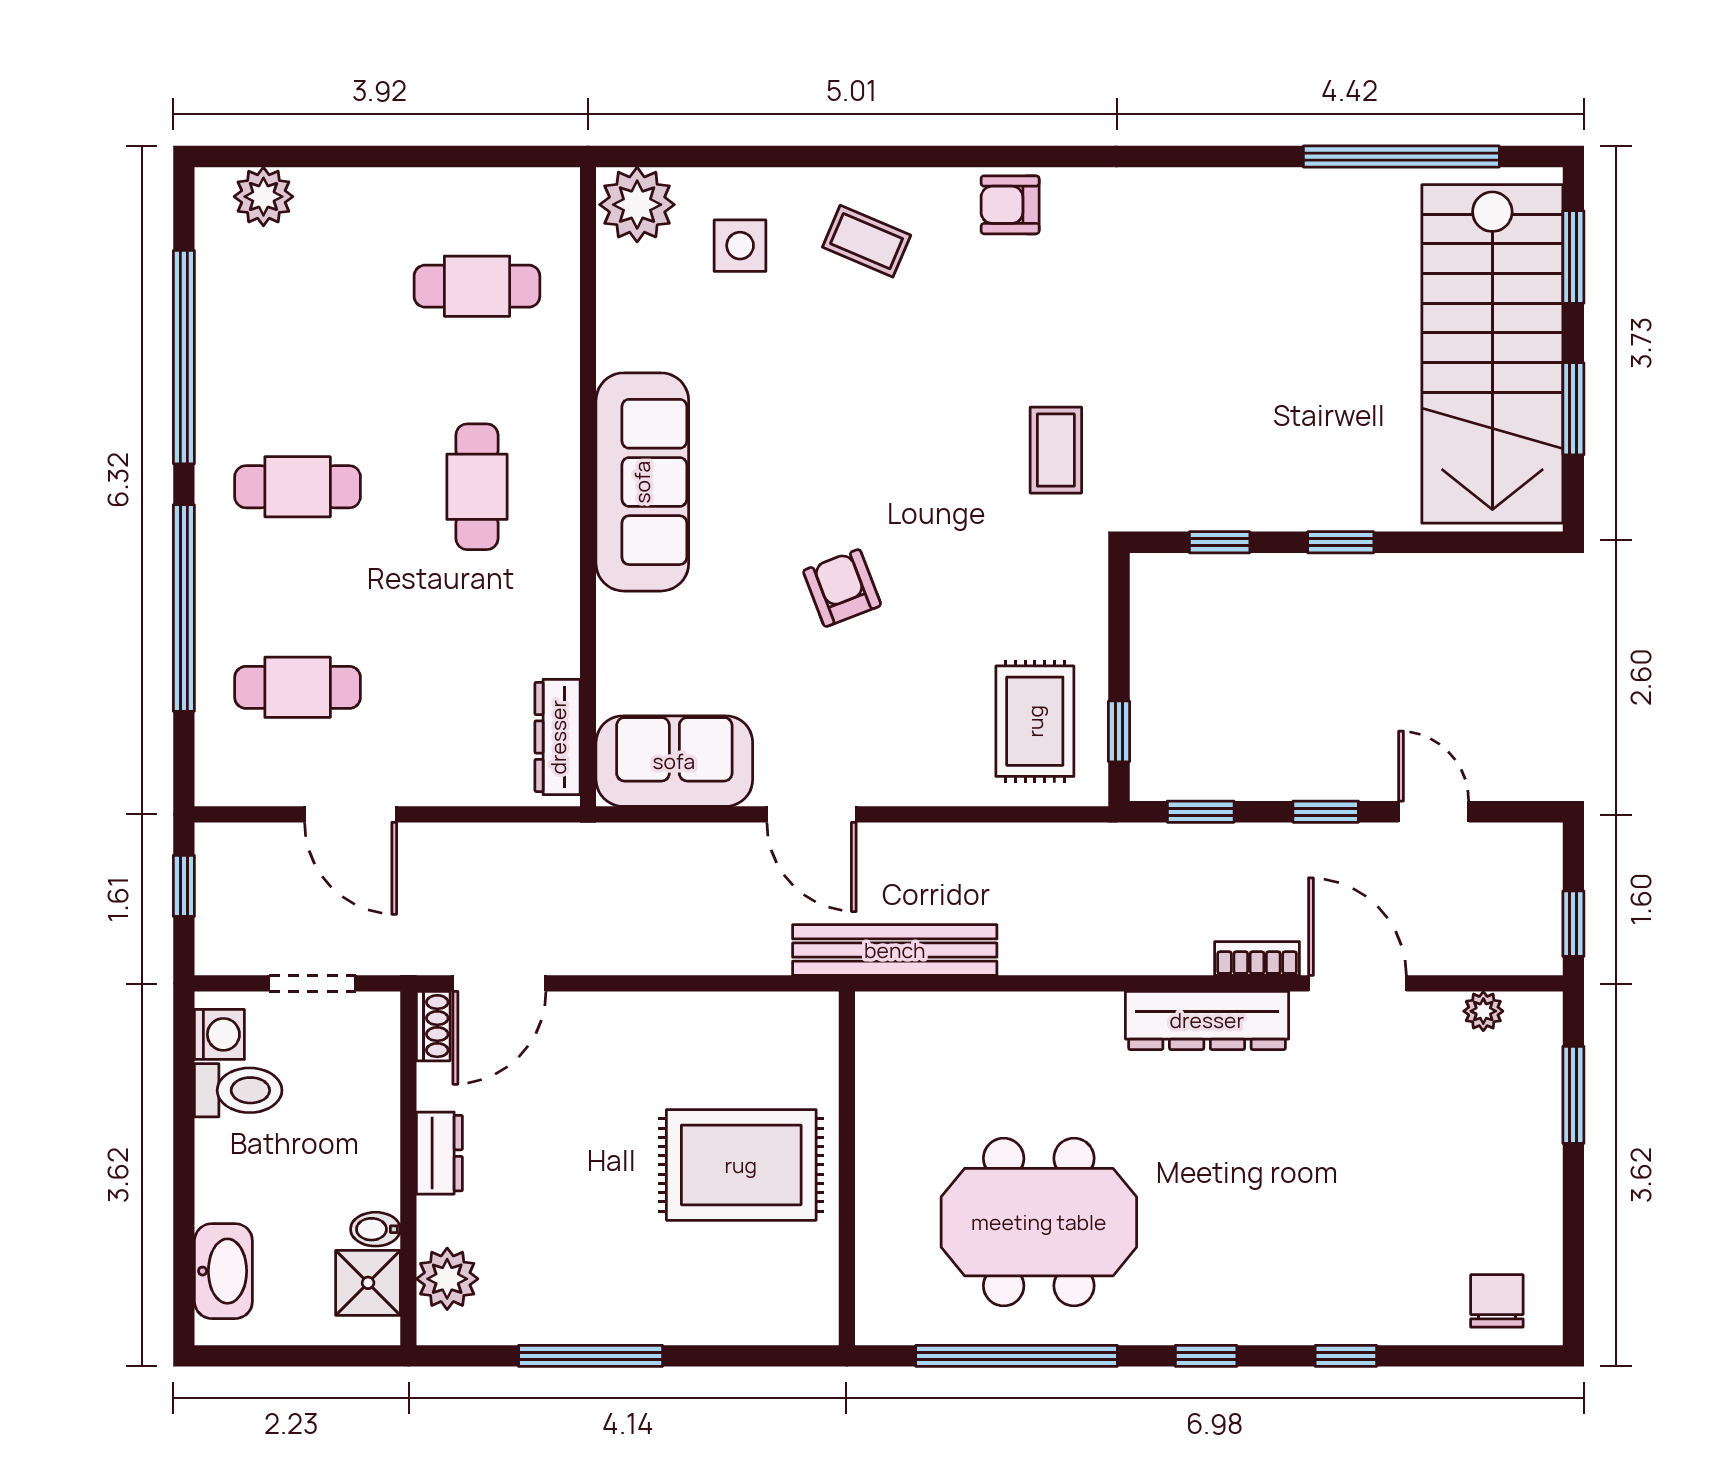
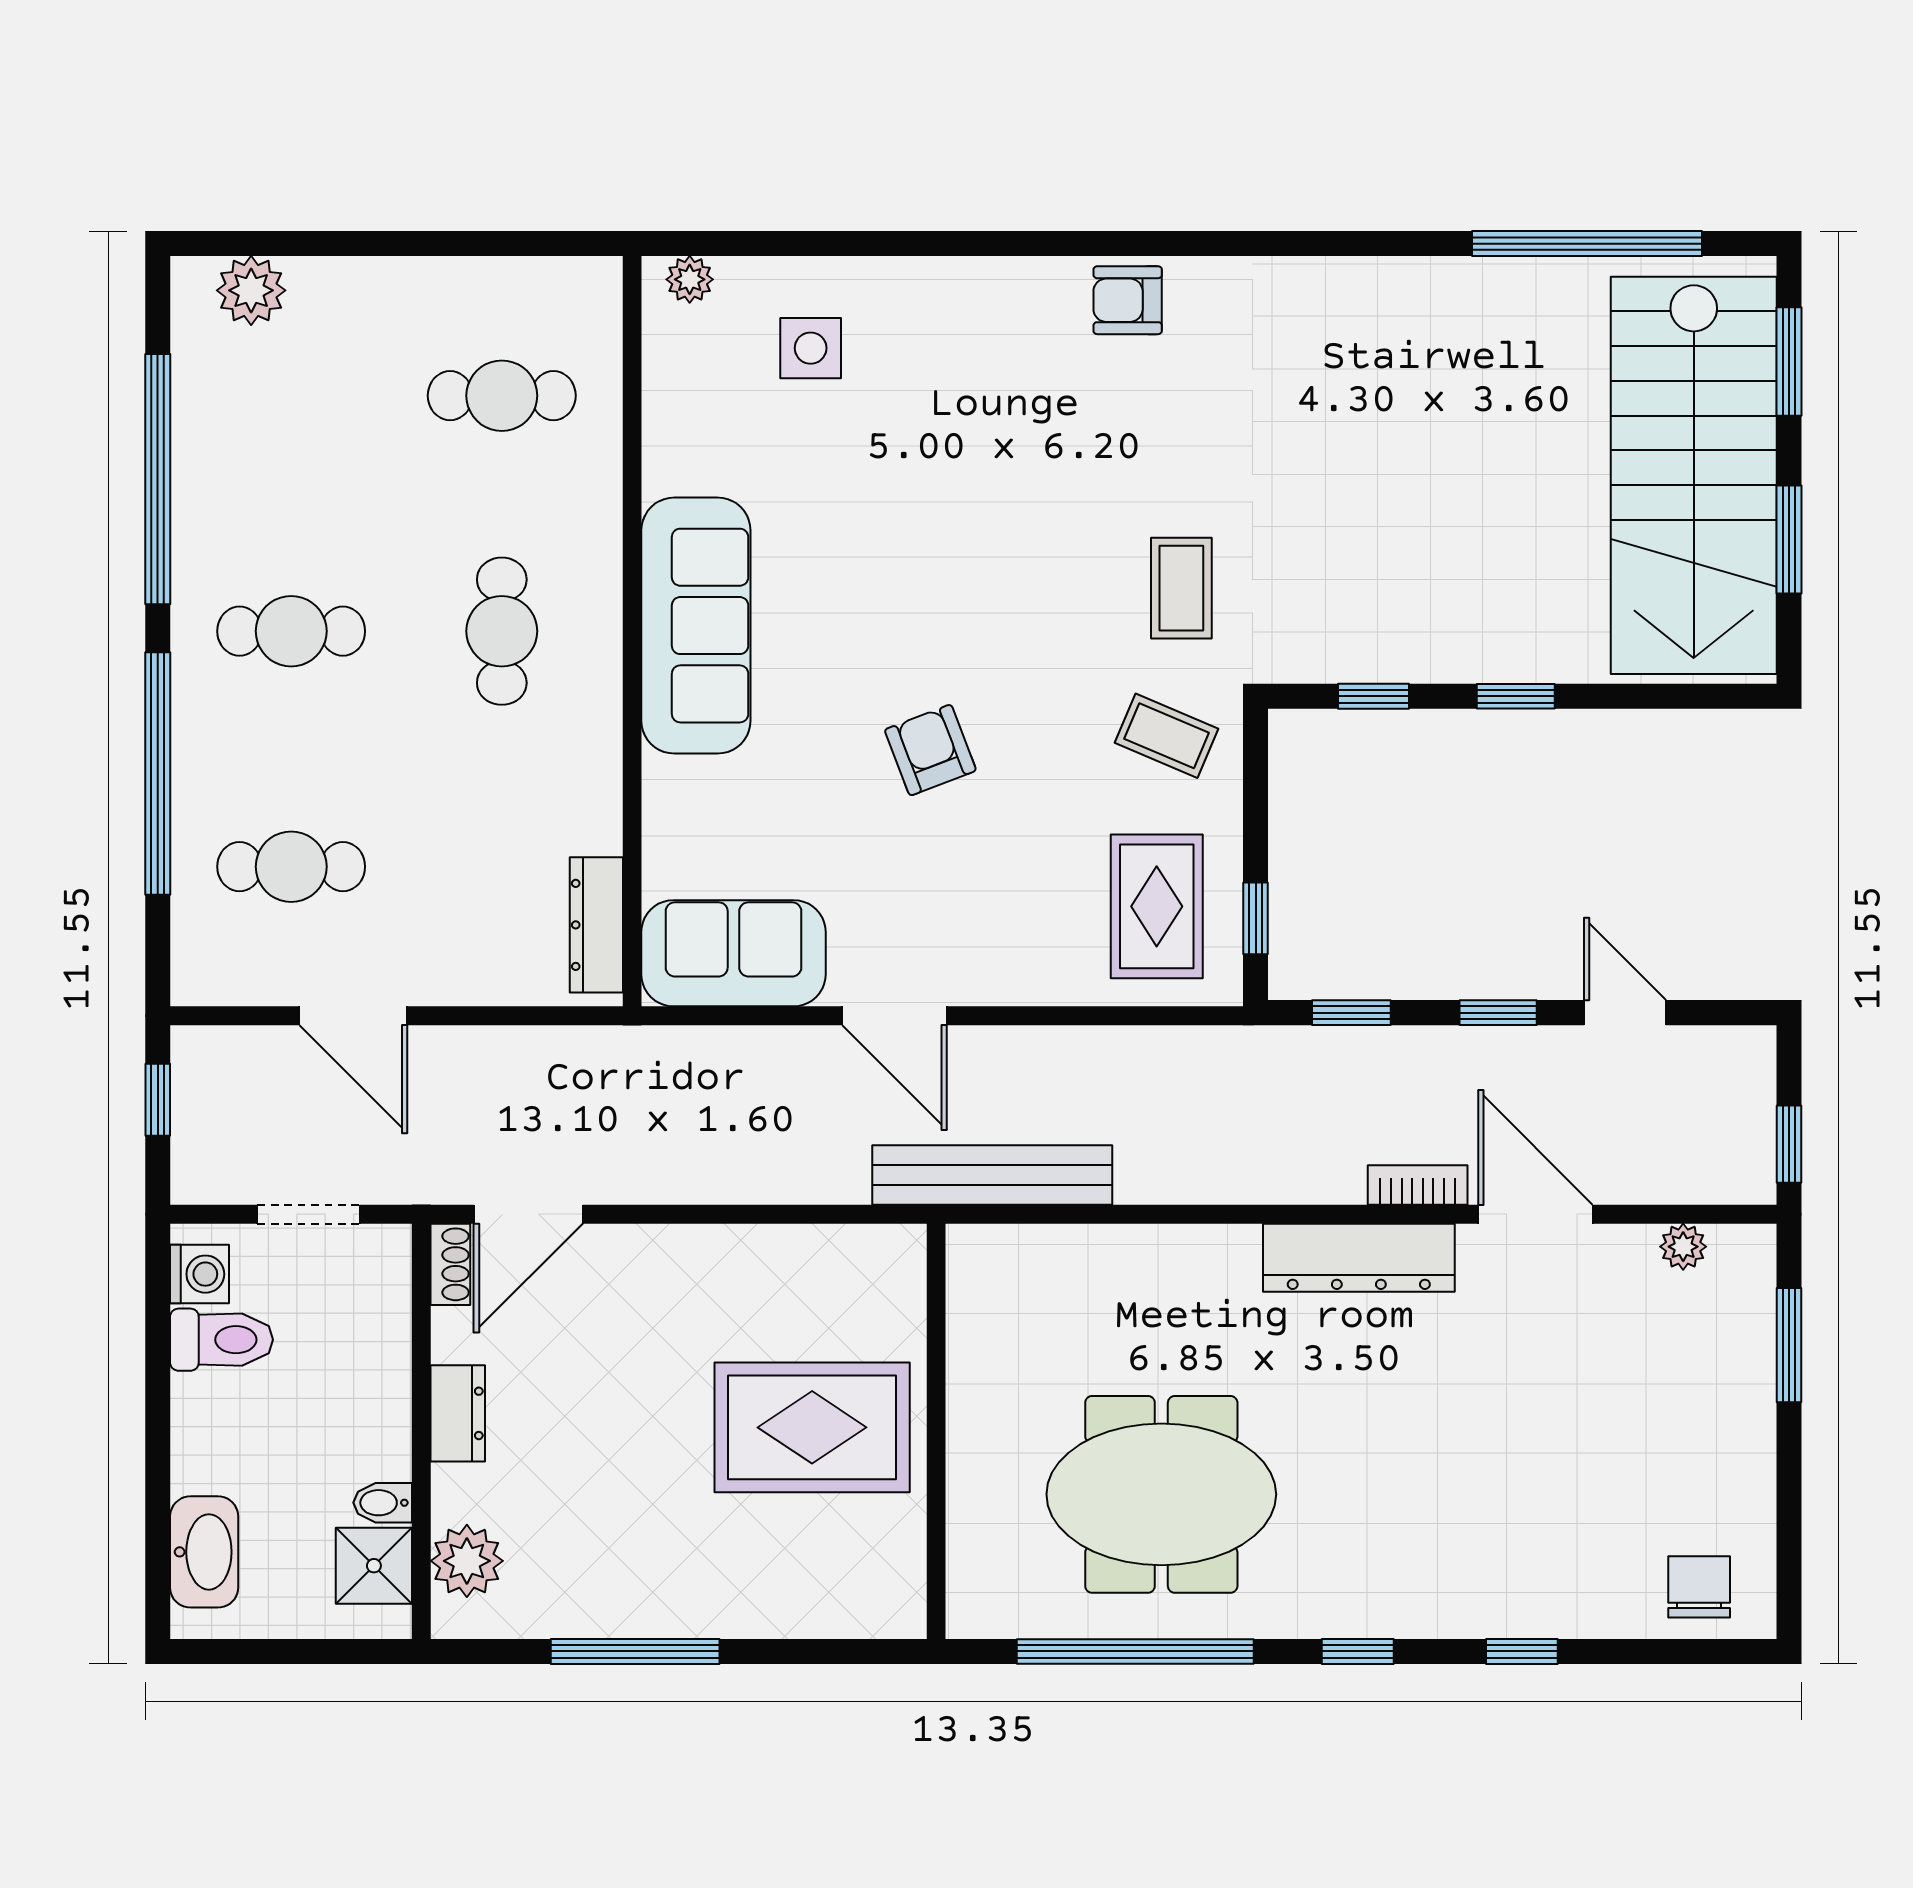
plant: (637, 205) -> (690, 279), width x0.53, depth x0.53
coffee table: (867, 241) -> (1167, 736), moved

